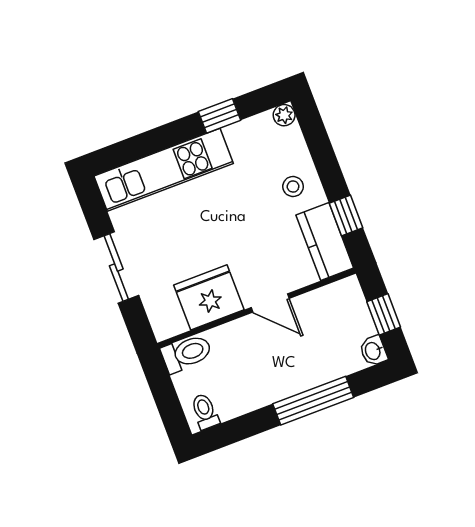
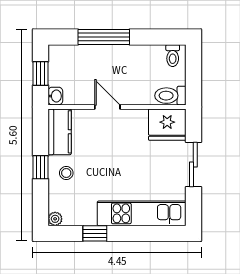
window: (346, 216) -> (40, 167), moved
fridge: (209, 297) -> (167, 125), moved
washbasin: (373, 351) -> (55, 96), moved

